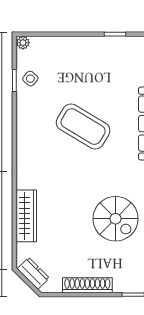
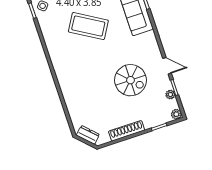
wardrobe: (26, 216) -> (70, 98), removed

